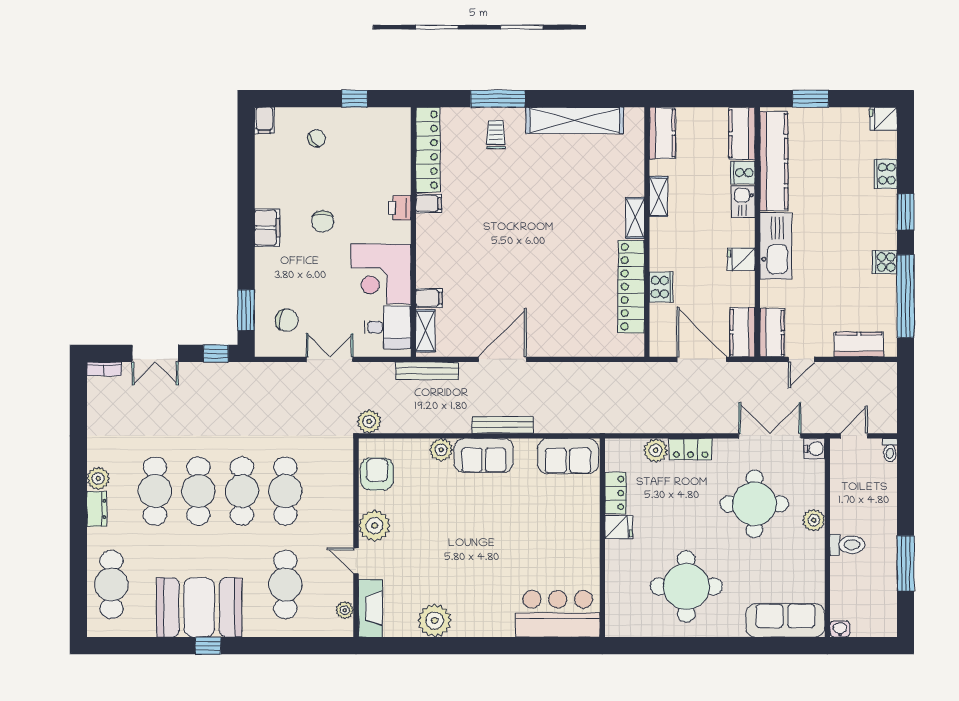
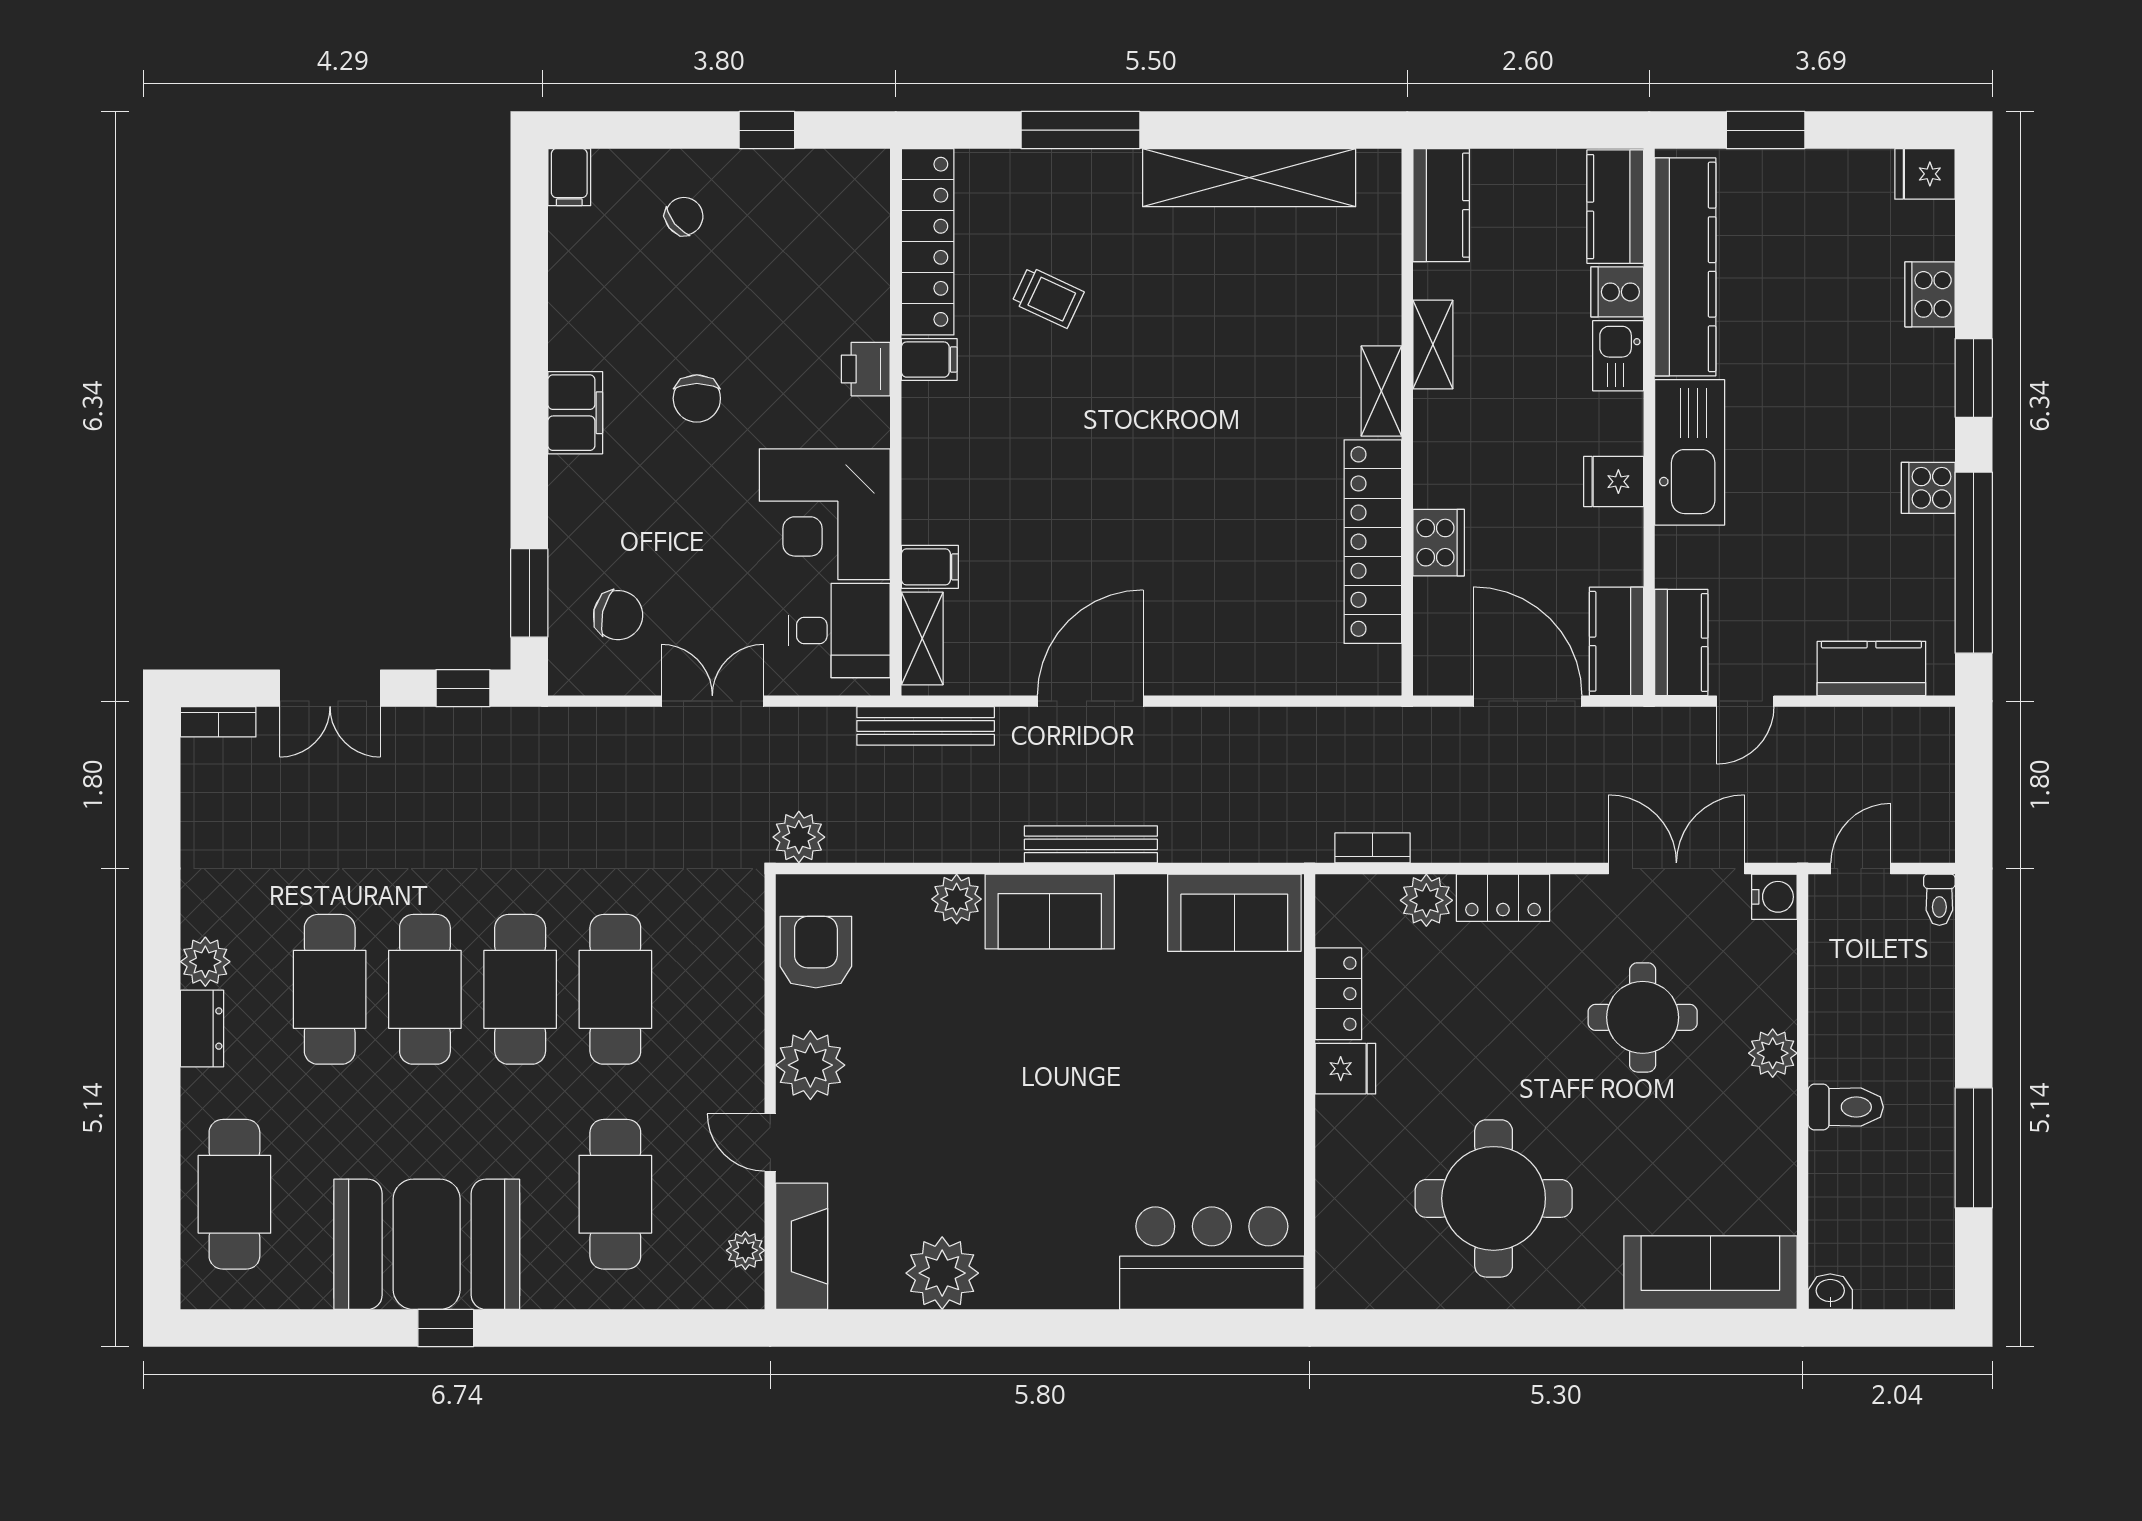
trolley: (496, 135) -> (1048, 297), moved, turned 115
bookcase: (631, 426) -> (1373, 848), added
round table: (754, 504) -> (1643, 1017), width x0.73, depth x0.73

